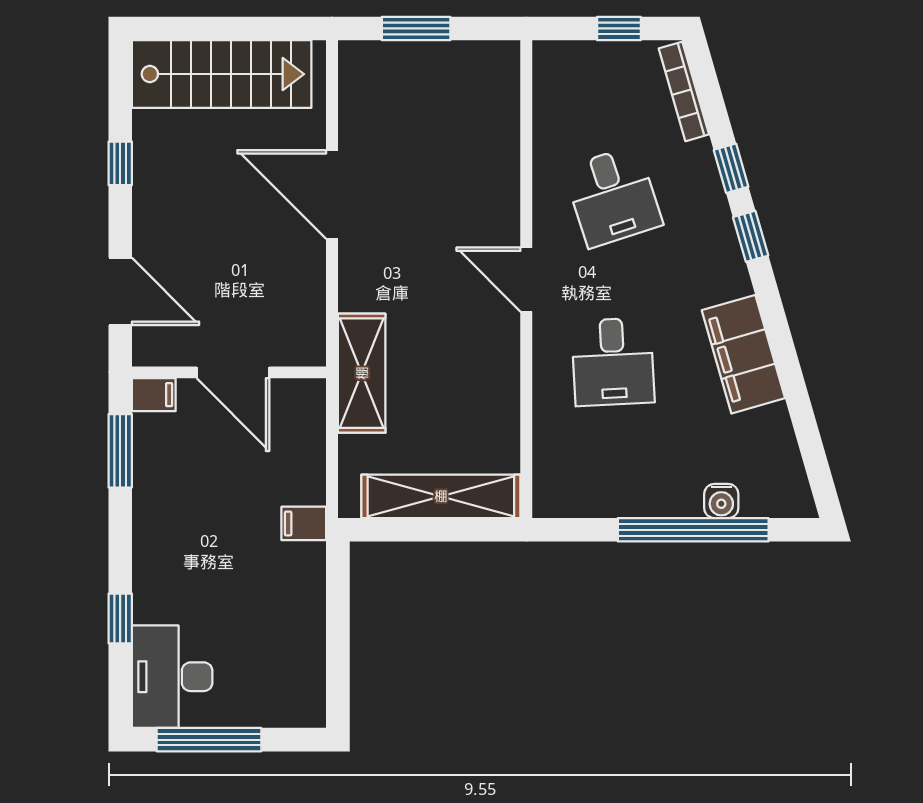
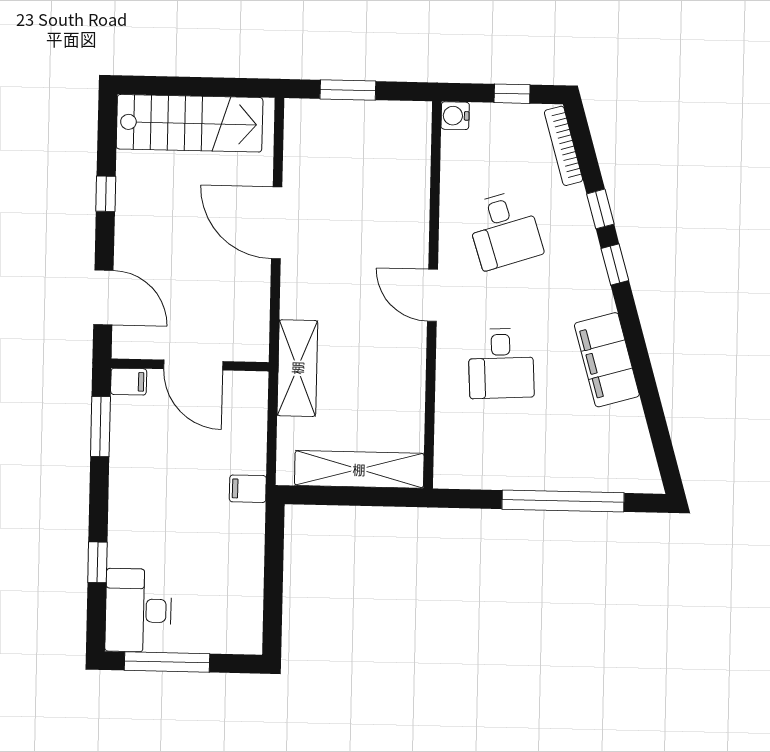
water cooler: (721, 501) -> (455, 116), moved, turned 90

